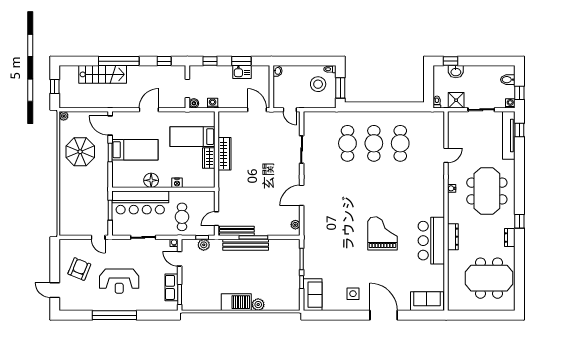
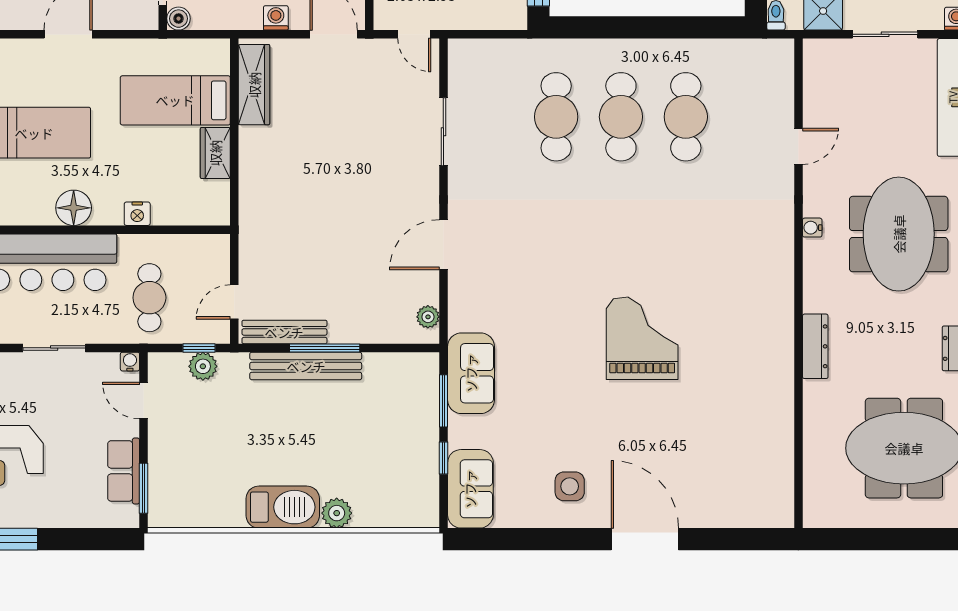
washing machine: (213, 103) -> (276, 18), moved
wardrobe: (225, 154) -> (254, 85), moved
bar counter: (431, 241) -> (762, 356), removed
sofa: (427, 301) -> (471, 373), moved, turned 90

